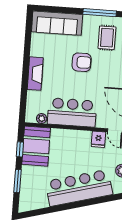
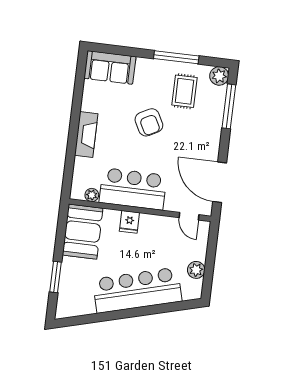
sofa: (57, 23) -> (110, 67), width x0.73
armchair: (82, 62) -> (149, 122), turned 62
fridge: (98, 139) -> (129, 222), moved
window: (20, 149) -> (61, 235), removed

